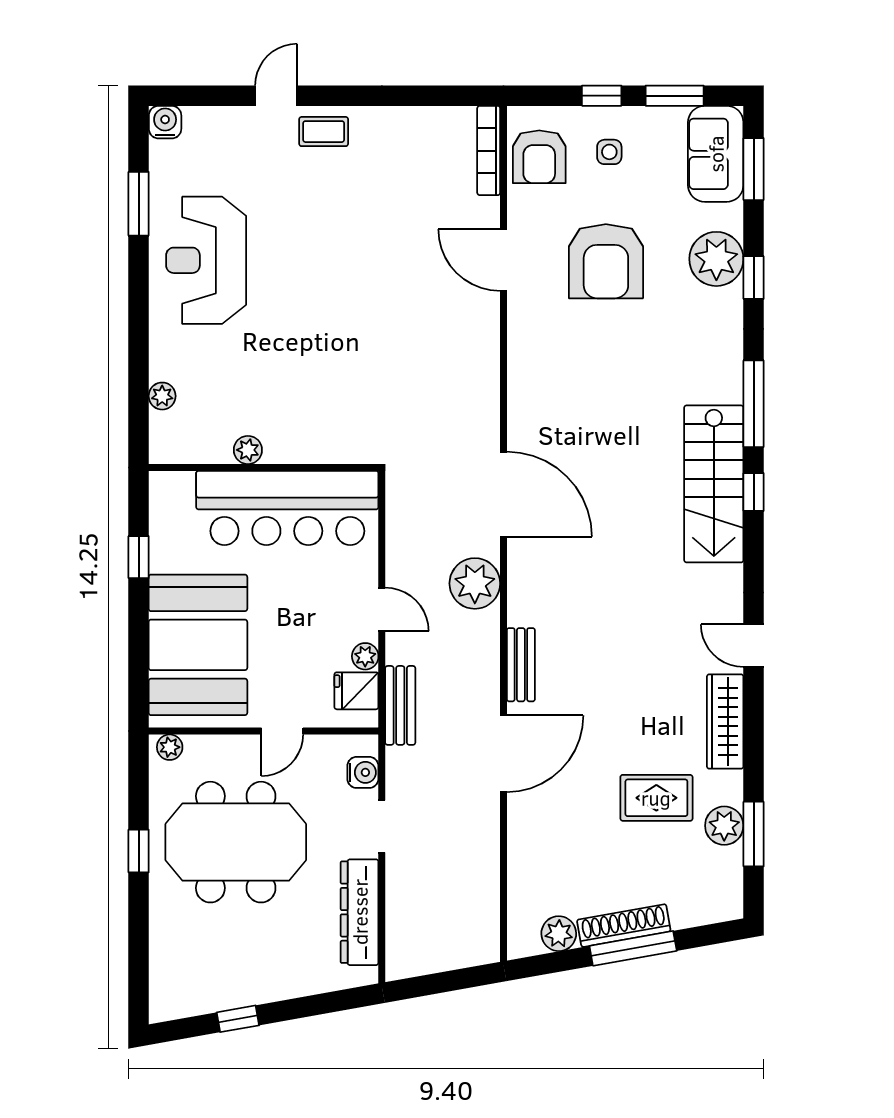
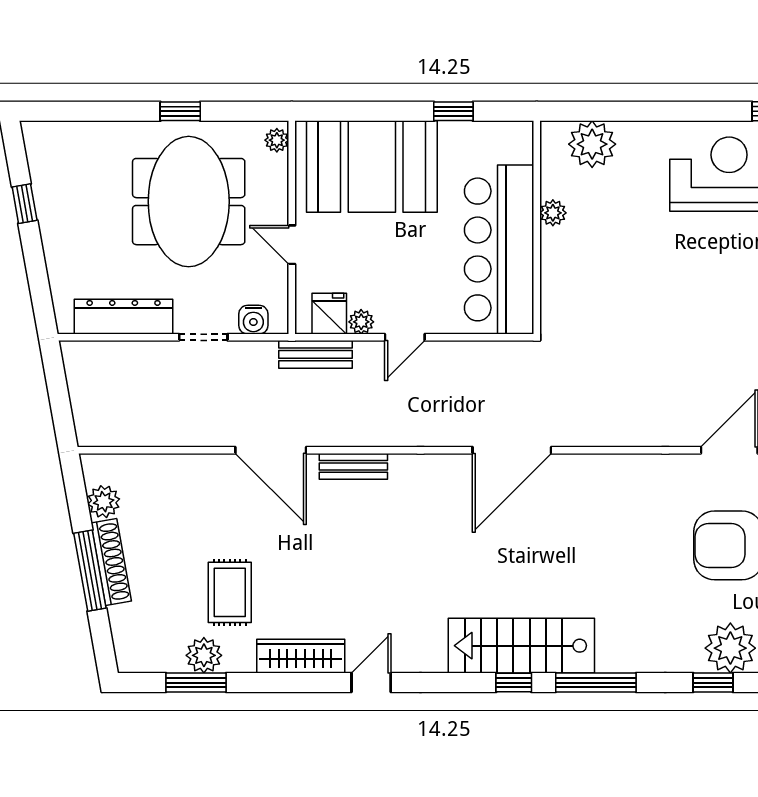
plant: (162, 396) -> (592, 144), width x1.88, depth x1.88
plant: (475, 583) -> (429, 424), removed

